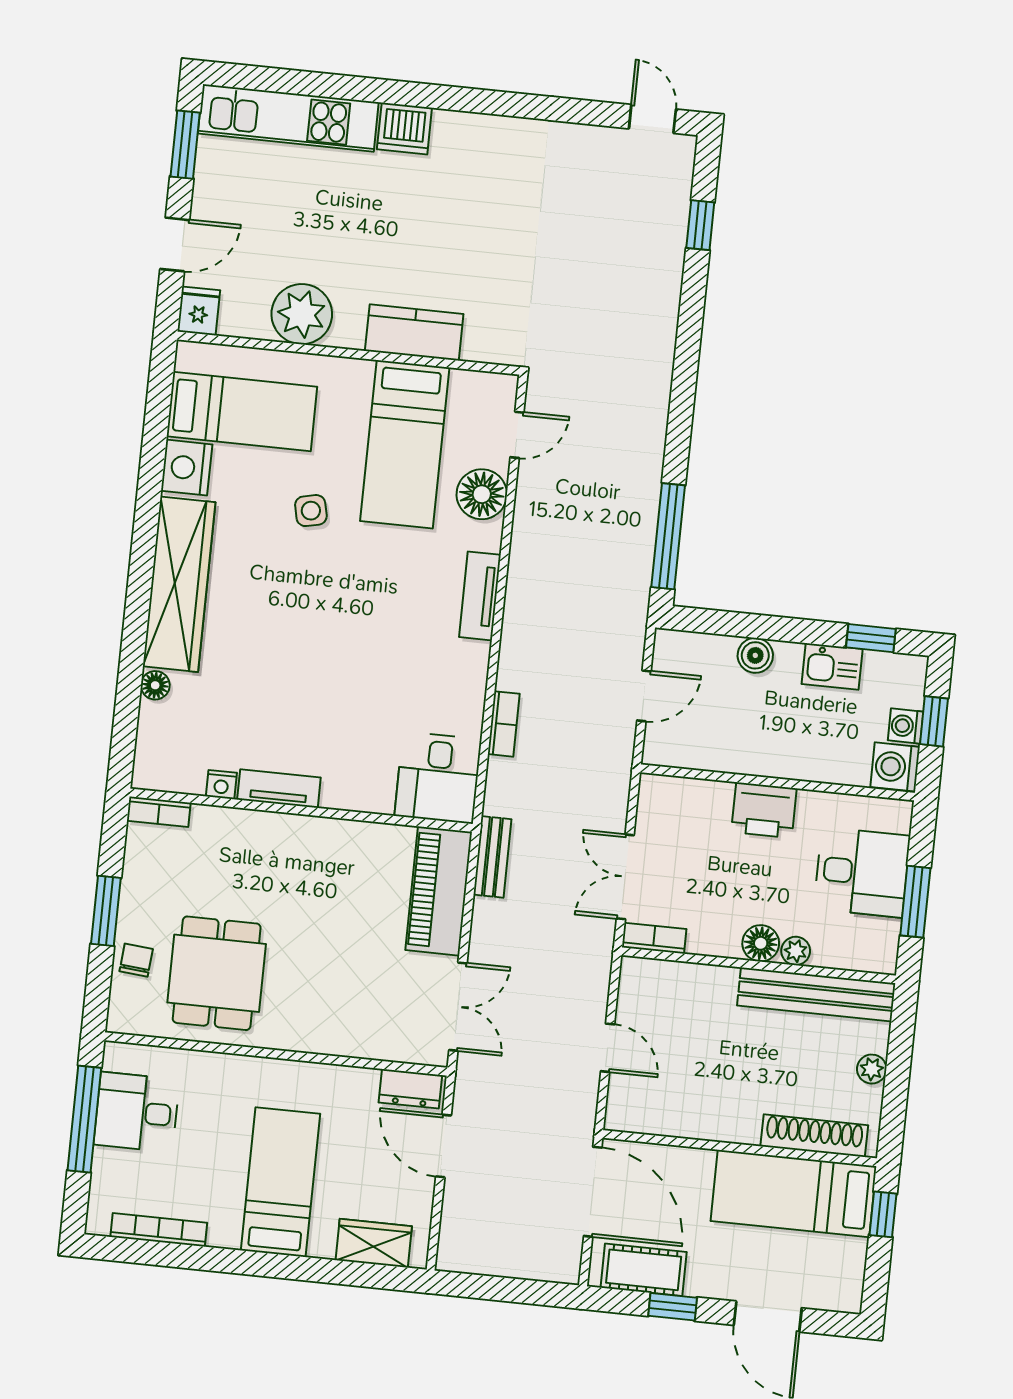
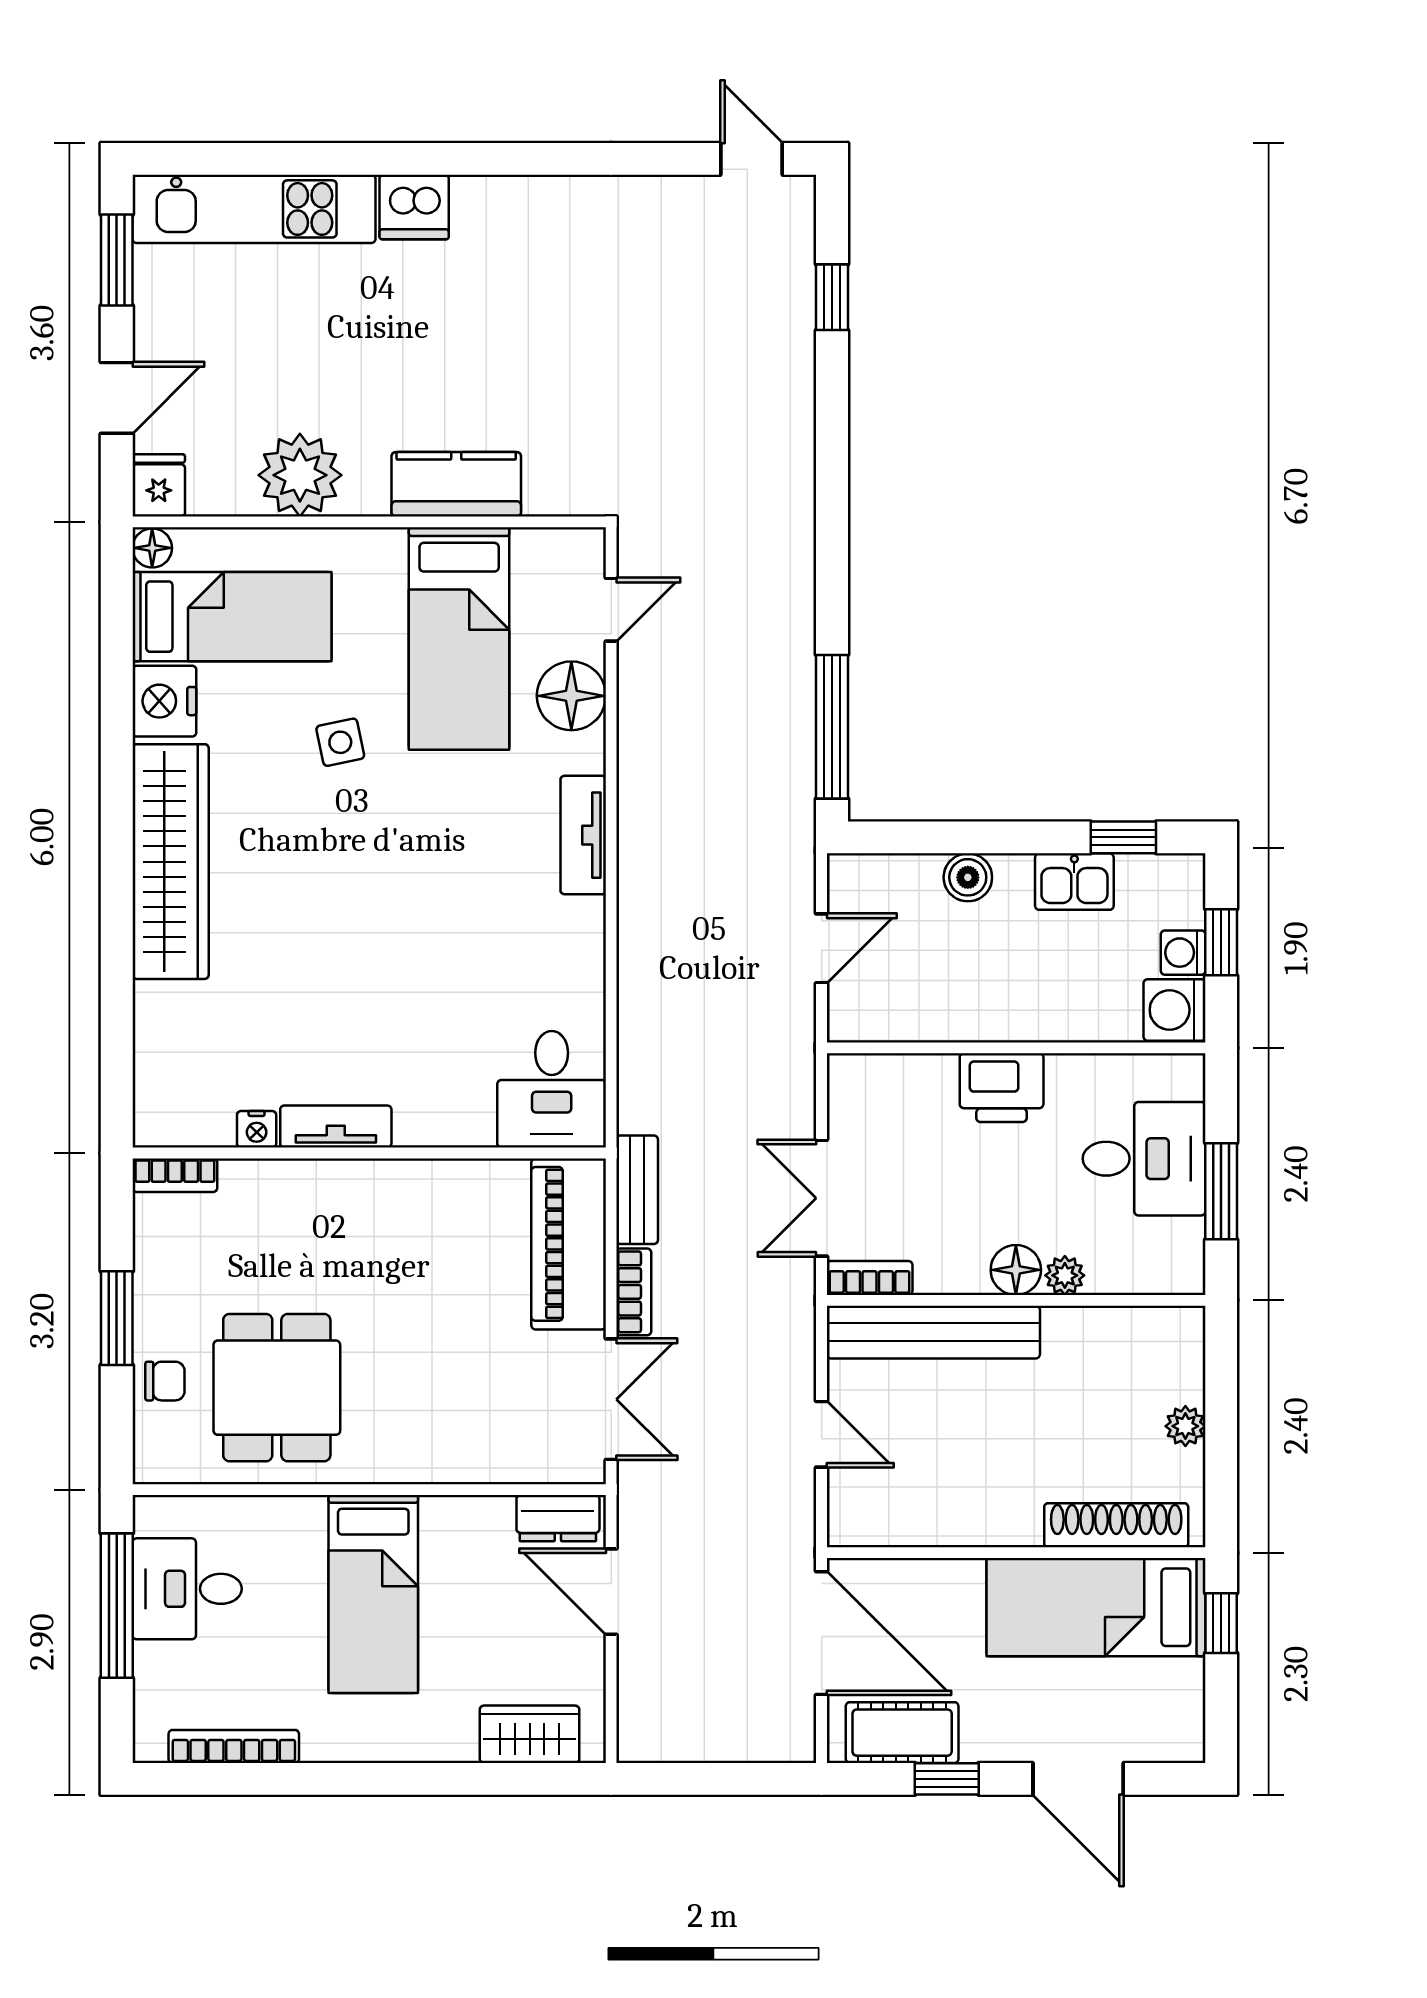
floor lamp: (155, 685) -> (152, 548), moved
bookcase: (504, 724) -> (634, 1292), moved
chair: (136, 960) -> (165, 1381), turned 85
bench: (816, 994) -> (933, 1332), moved
bed: (281, 1182) -> (373, 1594), moved, turned 180

